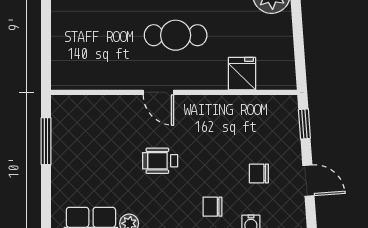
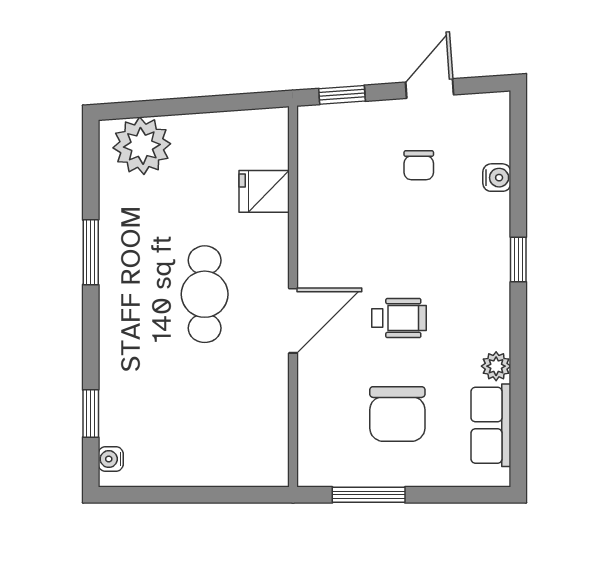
door: (158, 92) -> (293, 321), width x1.38
wheelchair: (160, 161) -> (399, 318), turned -90
chair: (213, 207) -> (397, 414), moved, width x1.87, depth x1.87

